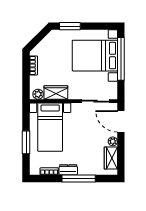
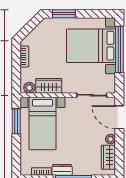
window: (26, 142) -> (16, 121), moved

